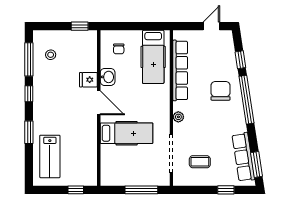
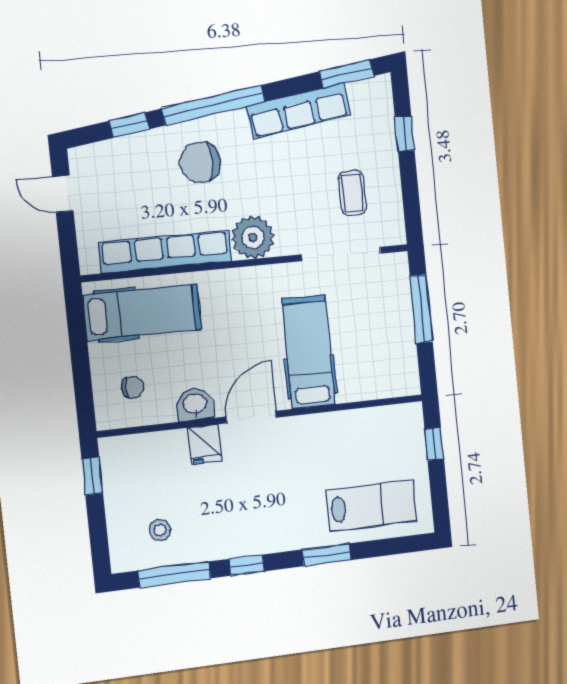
plant: (178, 117) -> (253, 237), width x1.88, depth x1.88
row of seats: (243, 157) -> (298, 111), moved

